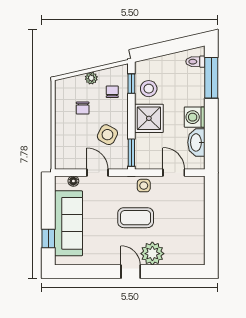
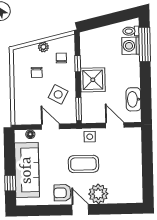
window: (131, 84) -> (78, 64), moved
stool: (149, 89) -> (92, 55), removed
washing machine: (195, 117) -> (131, 46), moved
armchair: (110, 251) -> (62, 193), added

